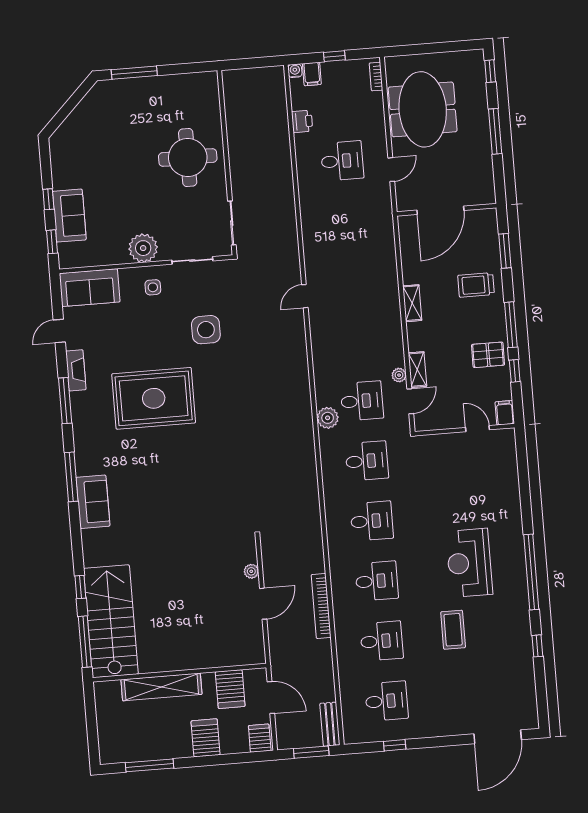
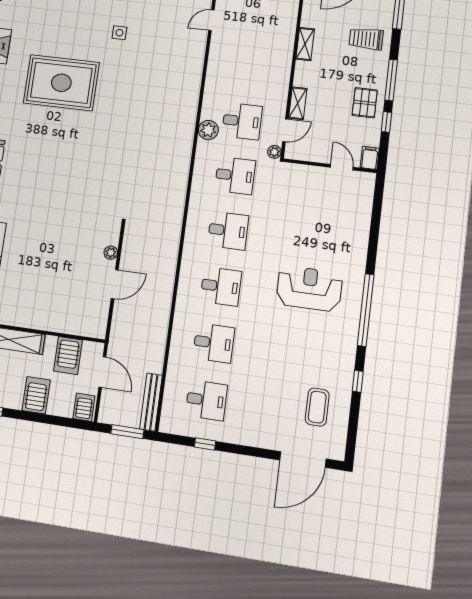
side table: (206, 330) -> (119, 33), width x0.54, depth x0.54
pallet: (488, 355) -> (365, 103), turned 90
plant: (399, 375) -> (274, 152), moved
reception desk: (469, 563) -> (309, 289), turned 90
bookcase: (321, 606) -> (166, 298), removed
coffee table: (453, 630) -> (317, 407), moved
bench: (330, 724) -> (151, 402), width x1.36

